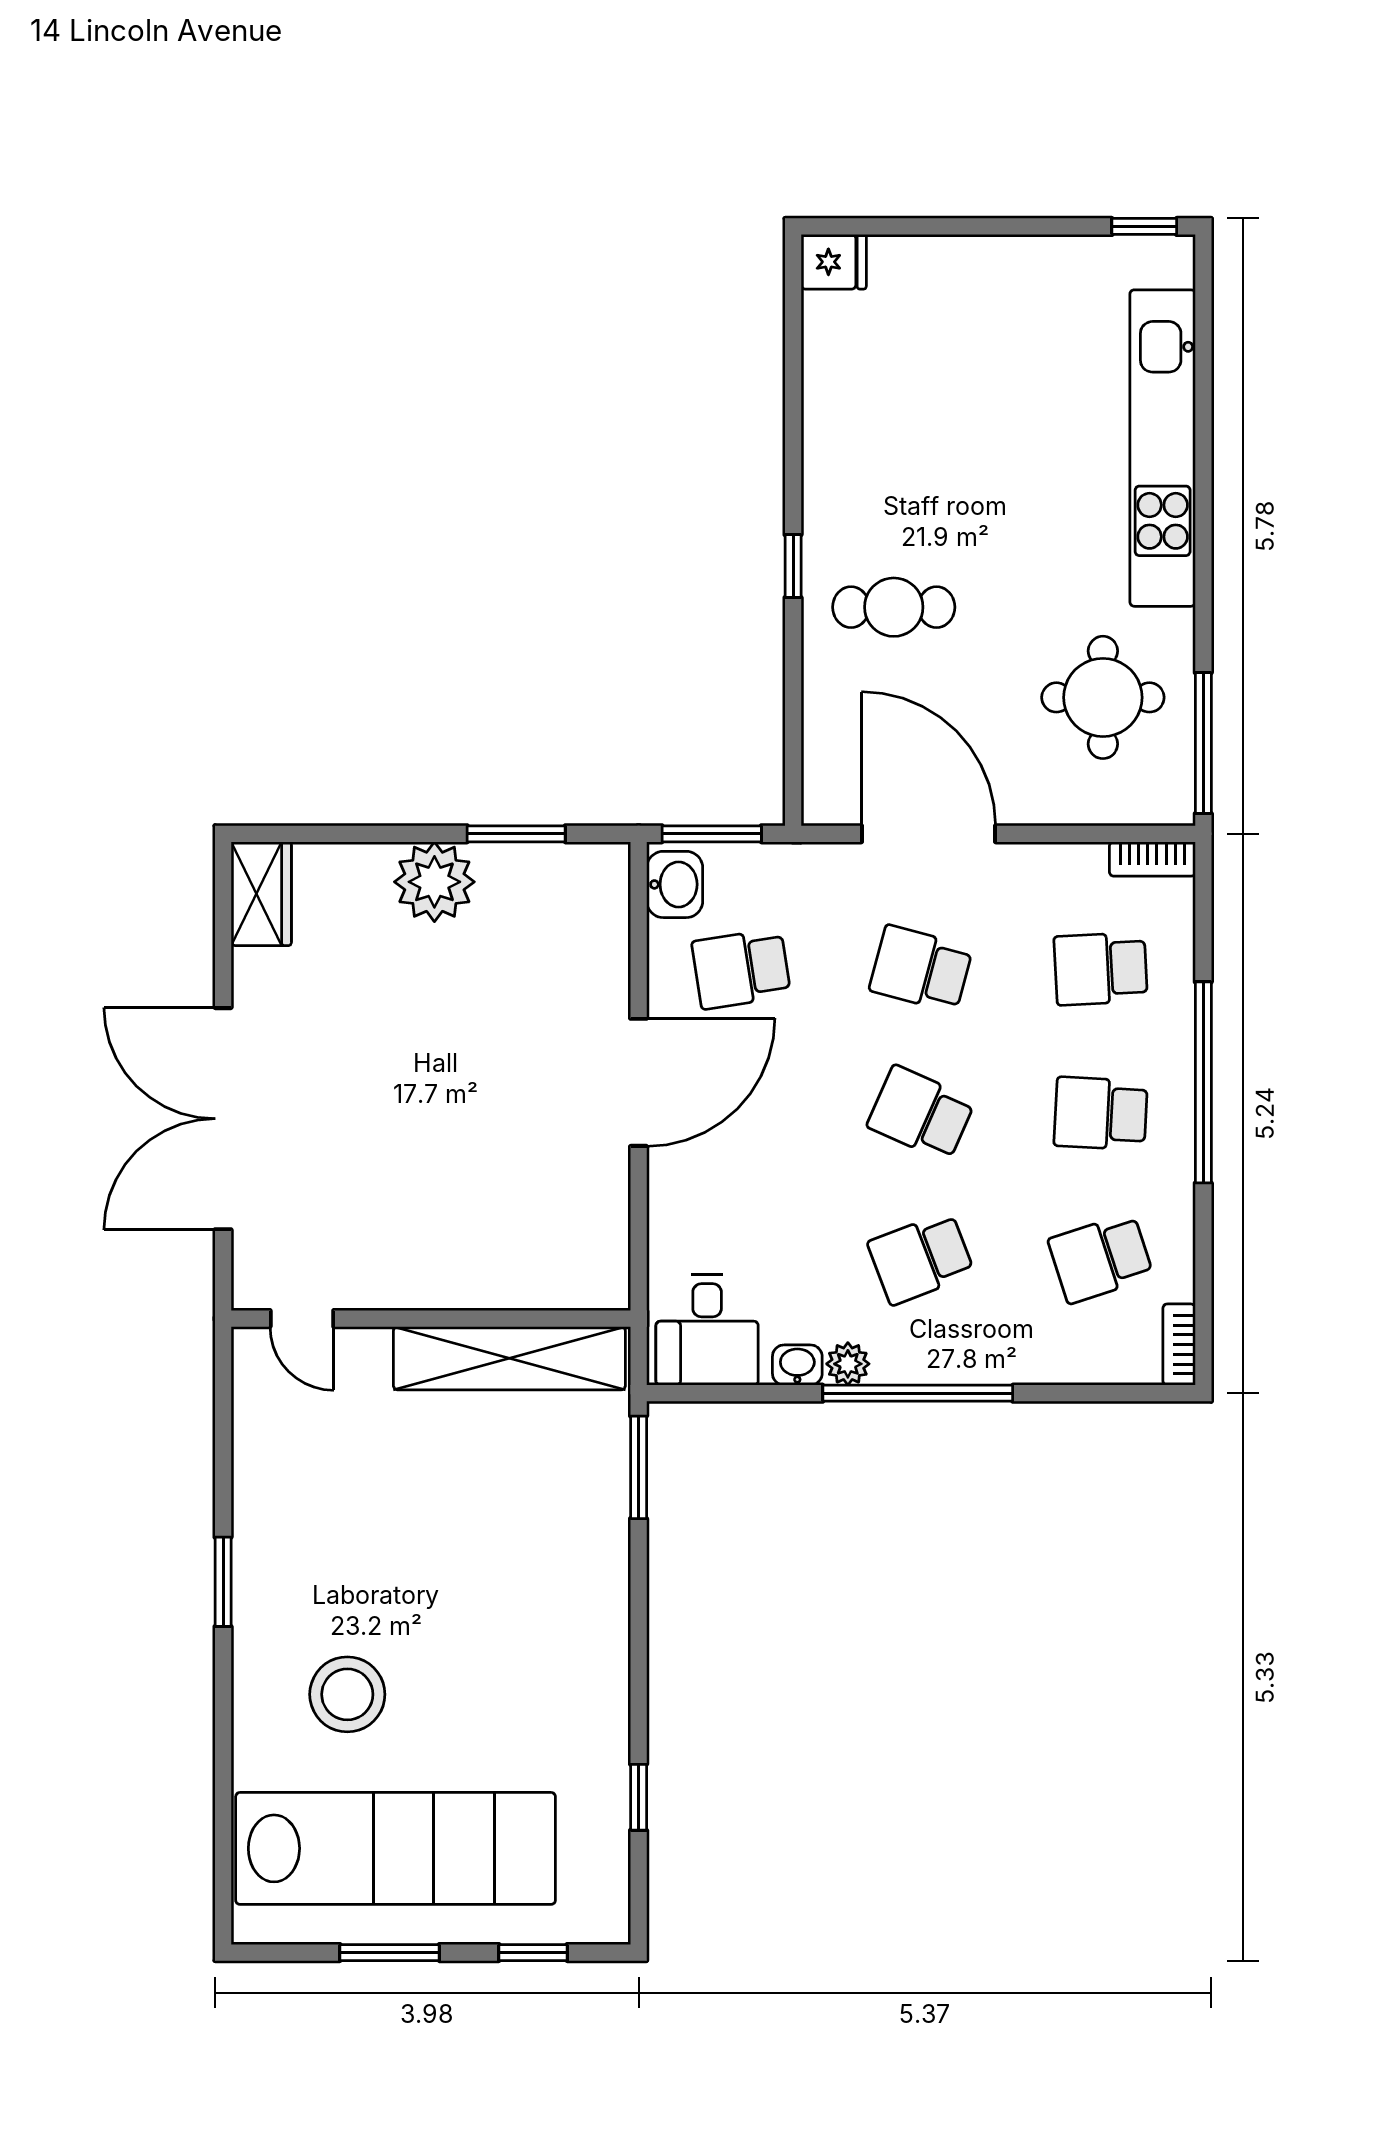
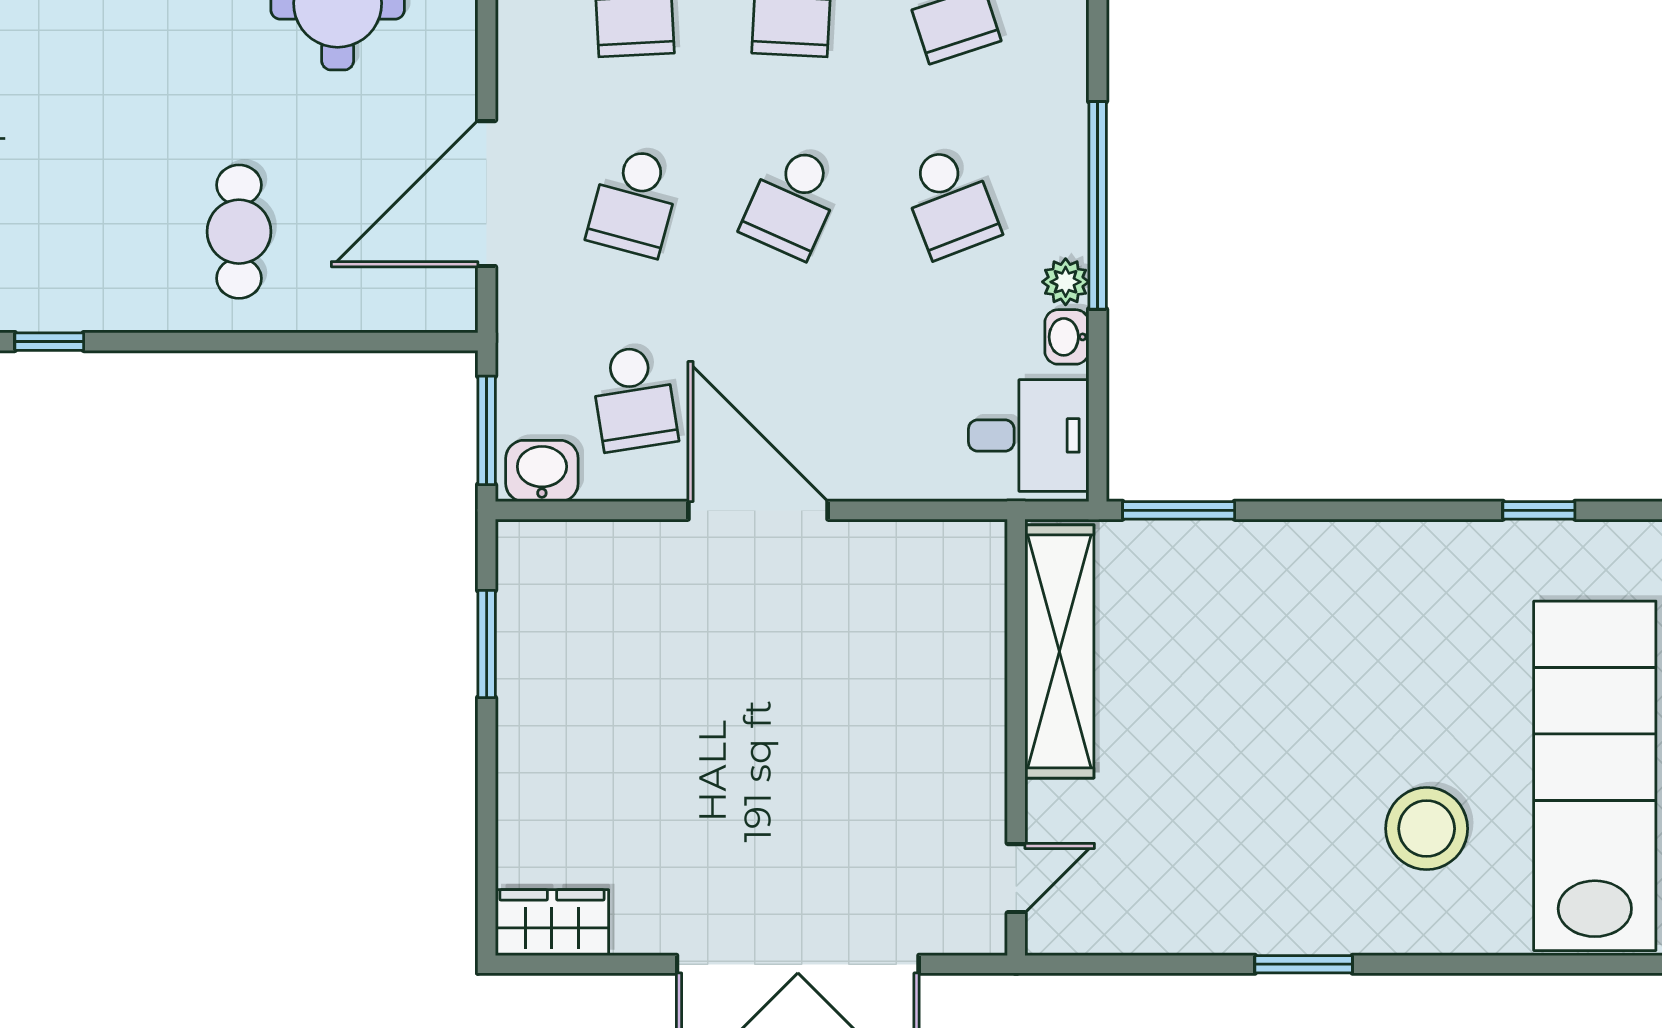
window: (793, 566) -> (49, 342), moved
plant: (434, 882) -> (539, 733), removed

